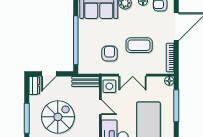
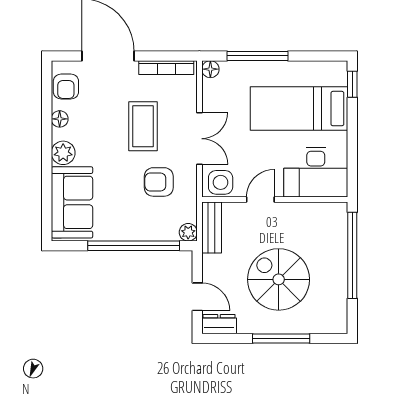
plant: (83, 69) -> (188, 232), added

